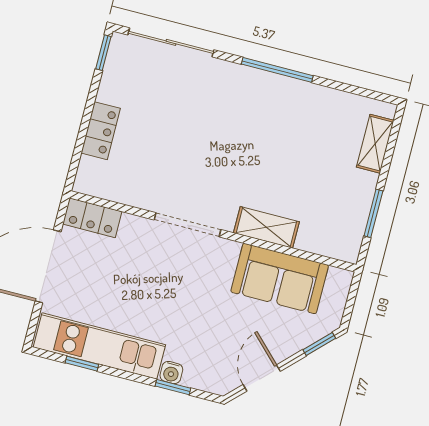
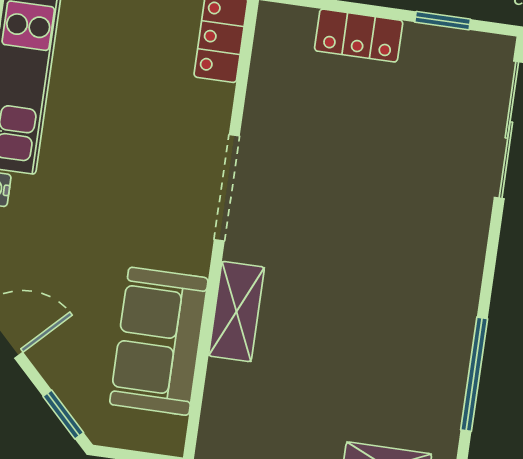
window: (103, 53) -> (443, 21), moved
window: (277, 70) -> (474, 374), moved

